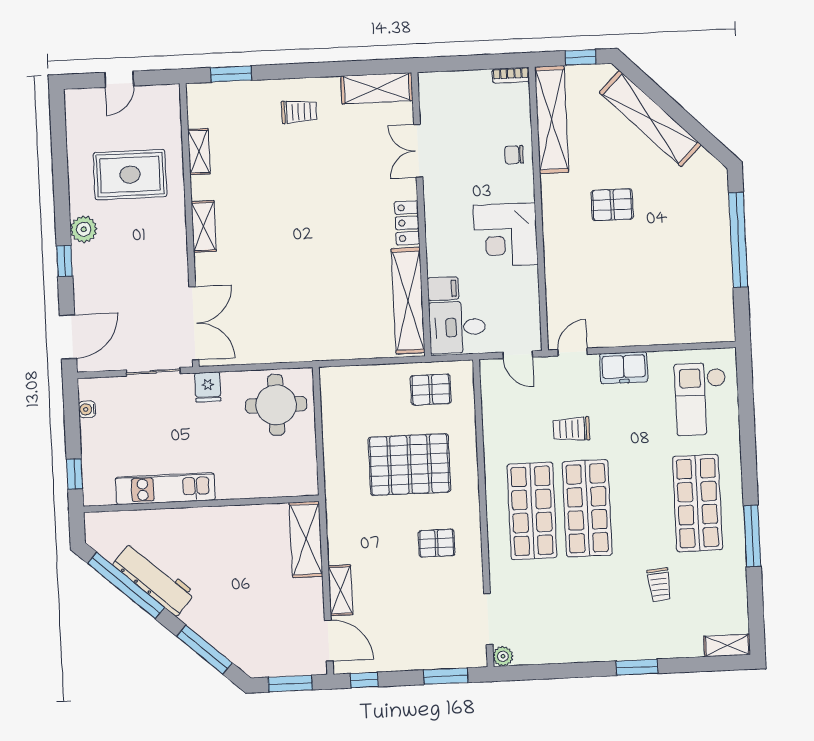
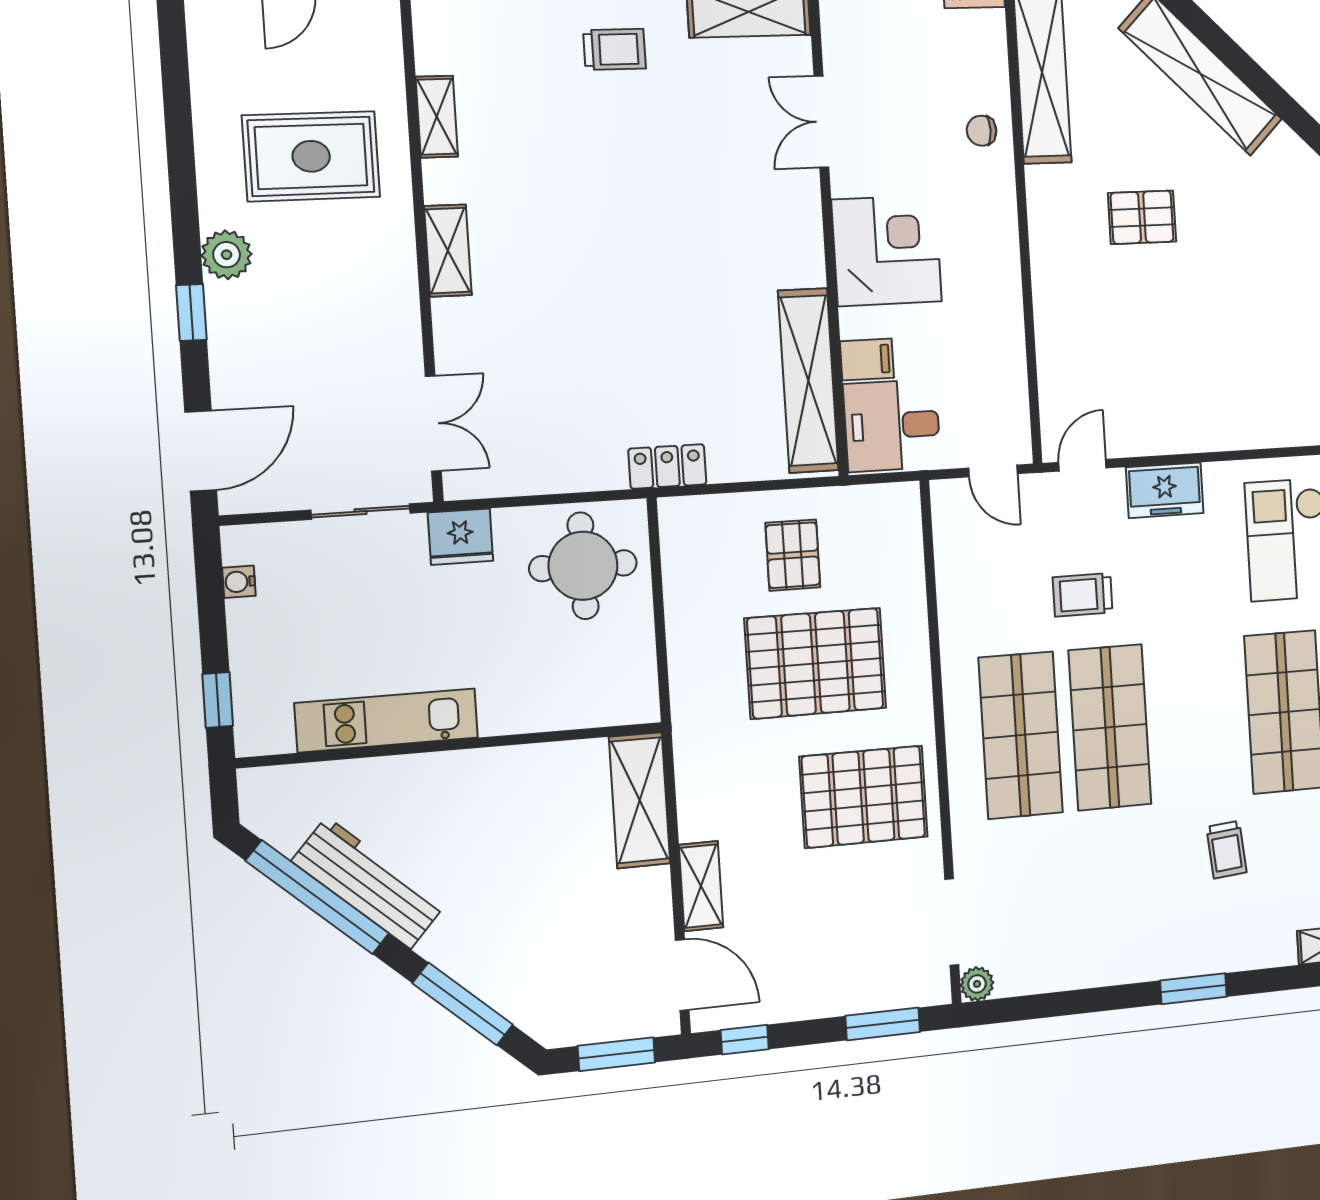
locker: (407, 223) -> (667, 466), moved, turned 90
corner desk: (506, 235) -> (887, 251), moved, turned 180
double door: (194, 323) -> (433, 423), width x0.73
fridge: (208, 387) -> (460, 537), width x1.38
pallet: (431, 390) -> (793, 555), moved, turned 90
pallet: (437, 543) -> (864, 797), width x2.05, depth x2.00

